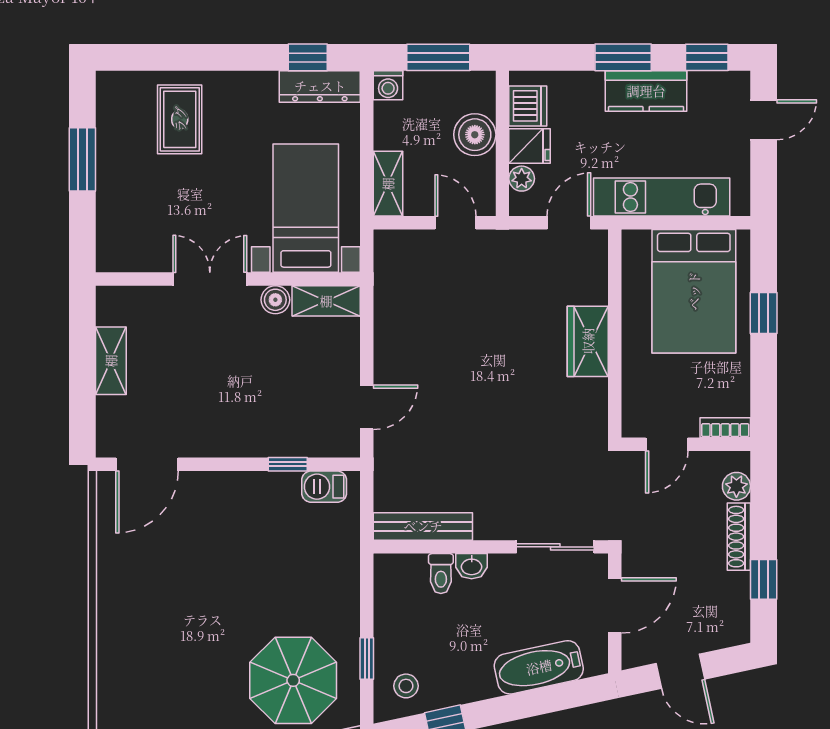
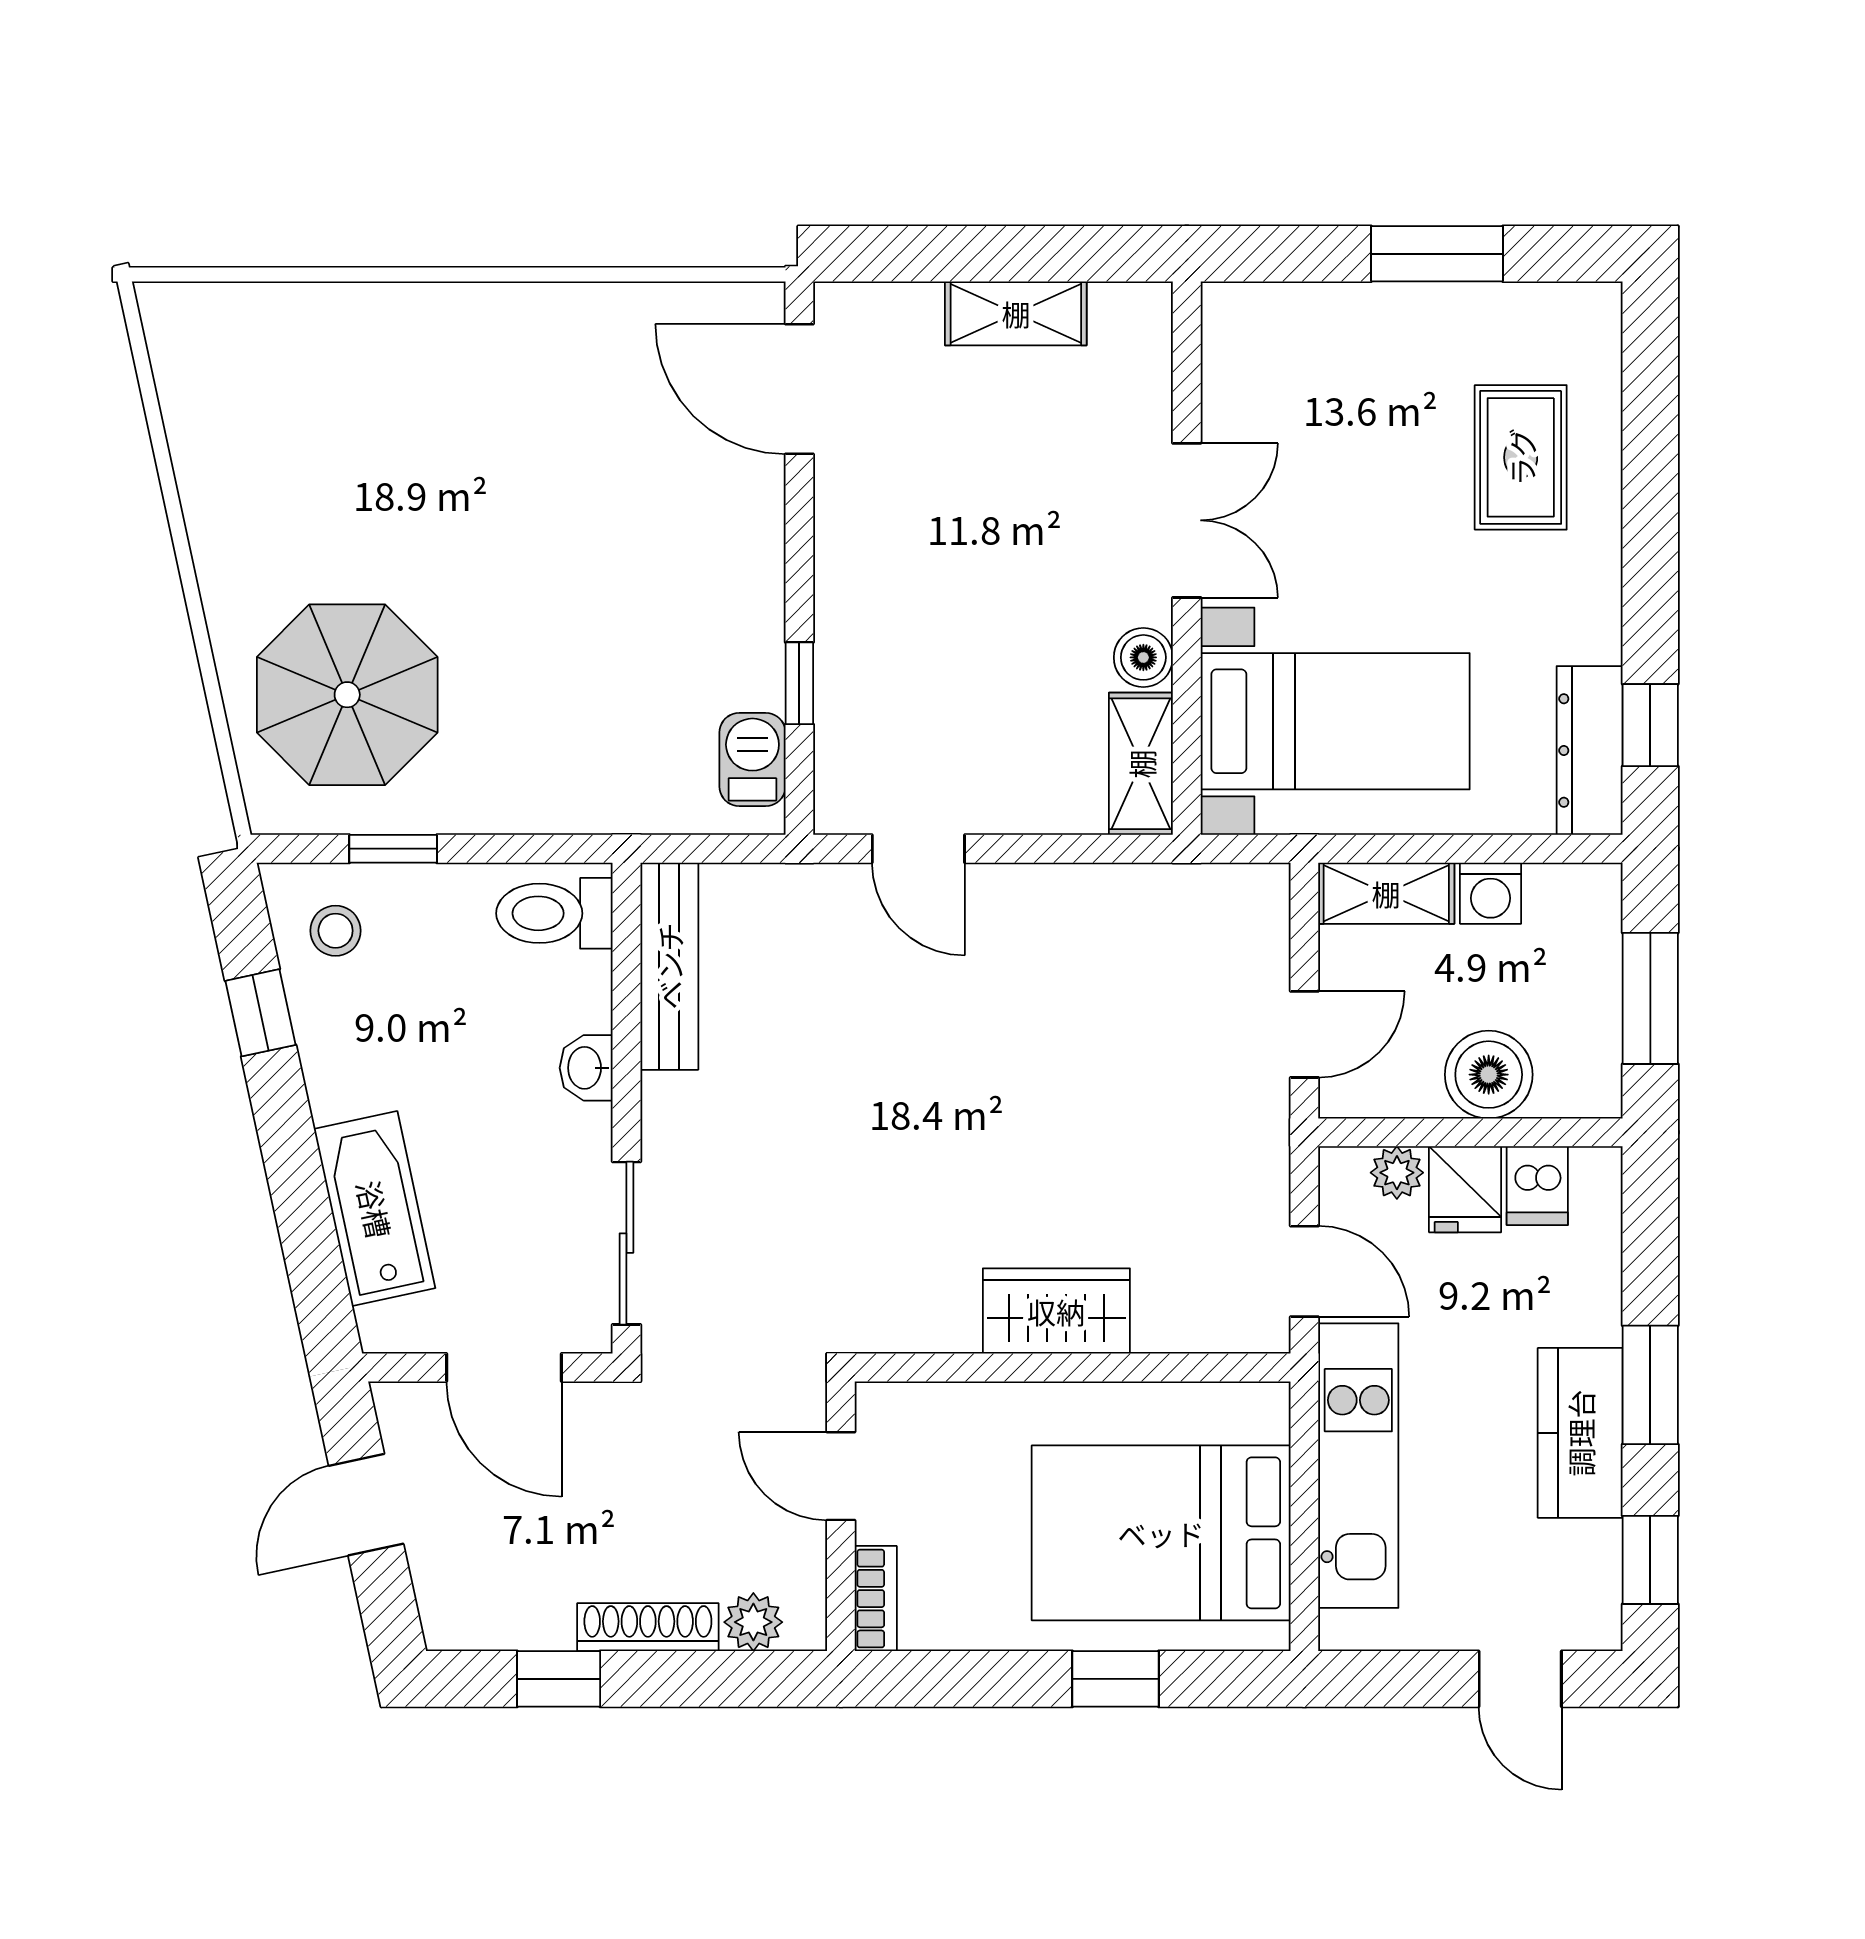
washing machine: (388, 85) -> (1491, 893), moved, turned -90
dishwasher: (528, 106) -> (1537, 1186), width x0.73
rug: (180, 119) -> (1521, 457), turned 90
toilet: (441, 574) -> (554, 913), moved, width x1.37, depth x1.39

